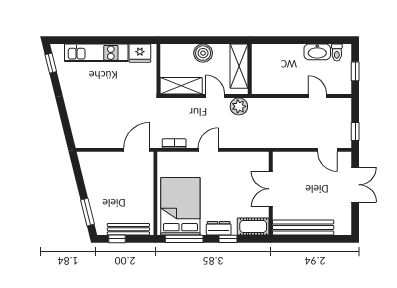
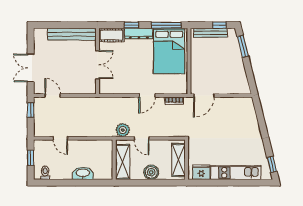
washbasin: (317, 52) -> (83, 173), moved
shelving: (181, 86) -> (179, 160), moved, turned 90
dresser: (219, 228) -> (139, 34), width x1.44

